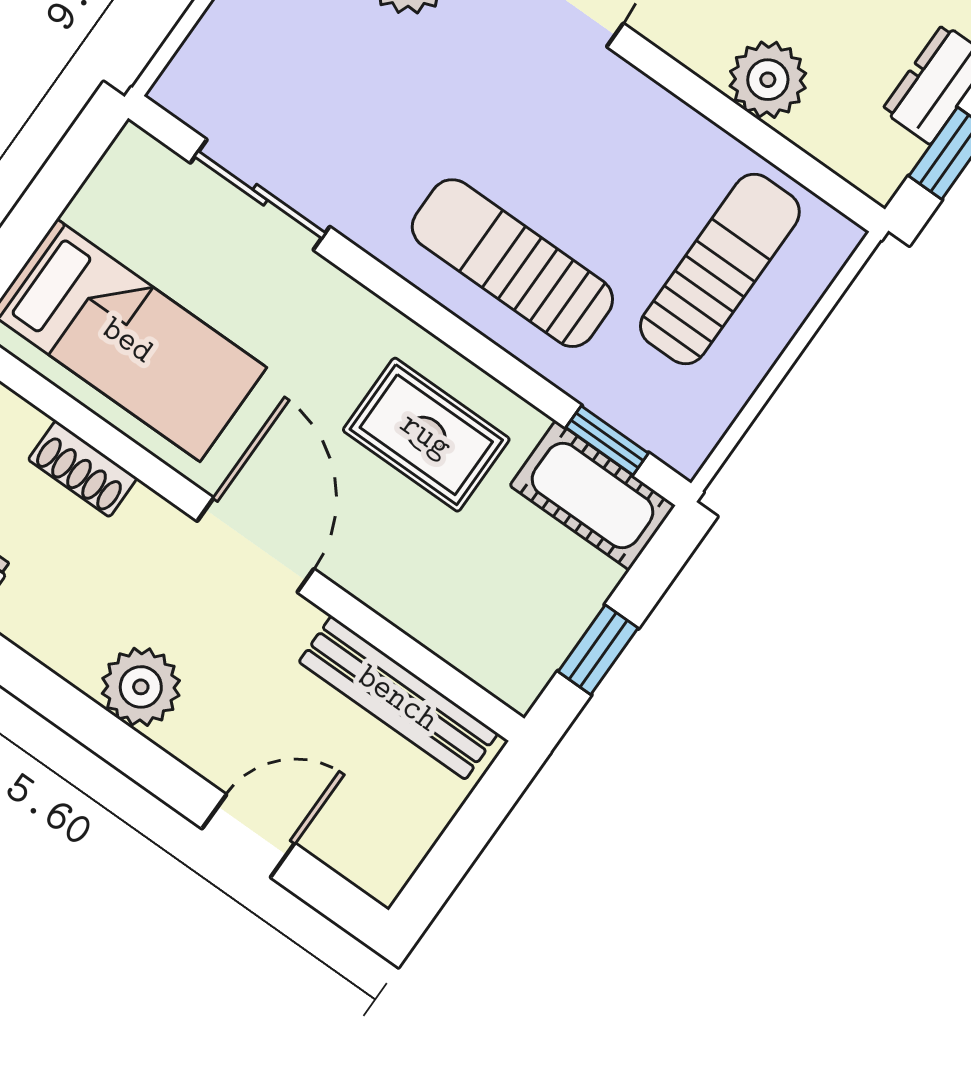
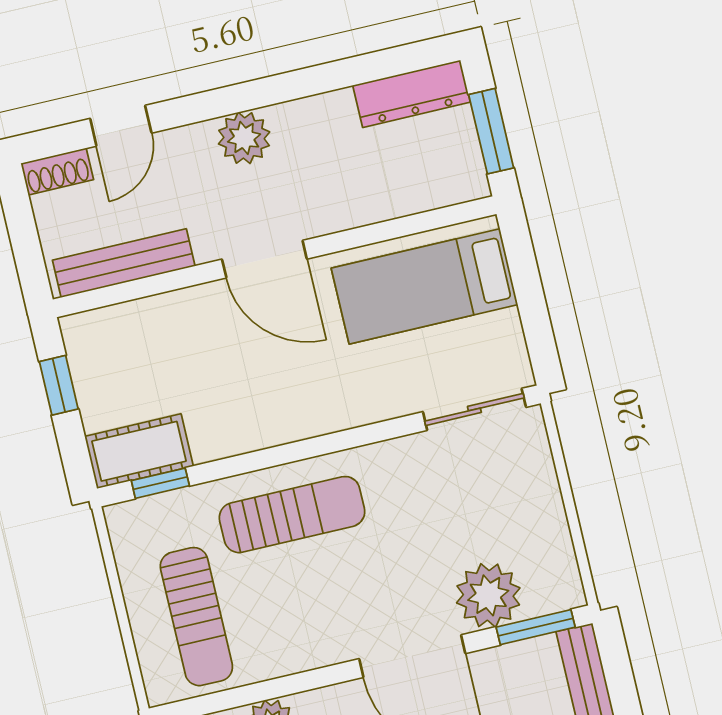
sliding door: (260, 195) -> (474, 409), moved
rug: (426, 435) -> (244, 395), removed
shoe rack: (83, 469) -> (57, 171), moved, turned 180

